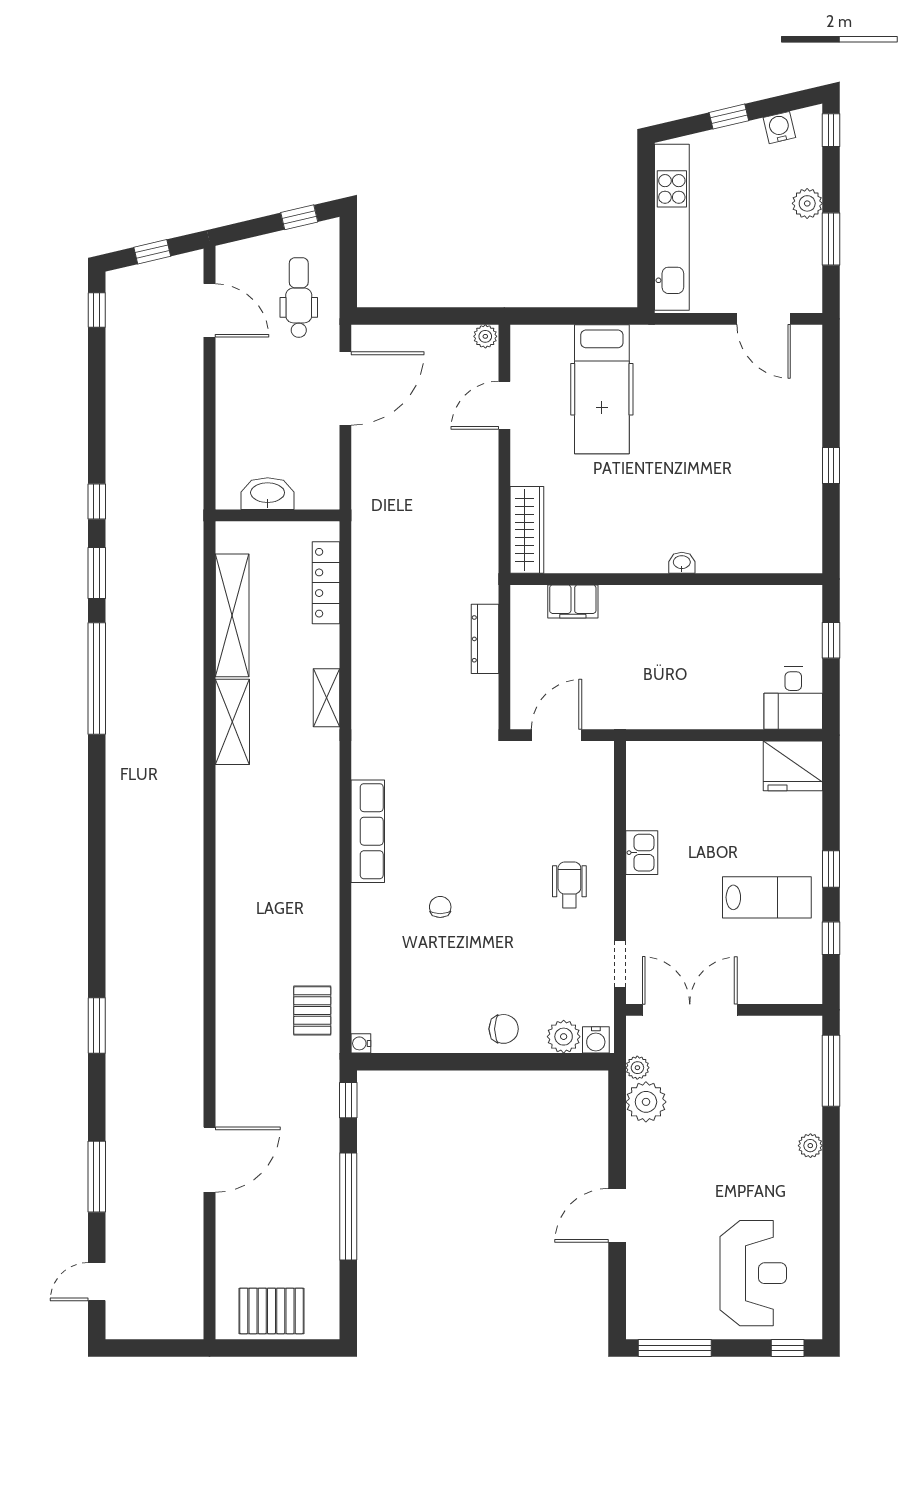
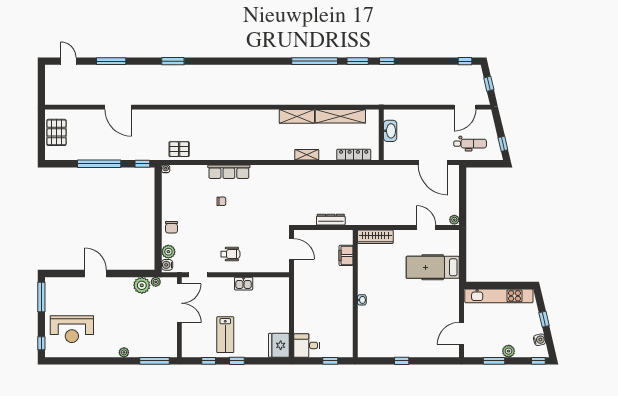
row of seats: (368, 831) -> (229, 172), moved

